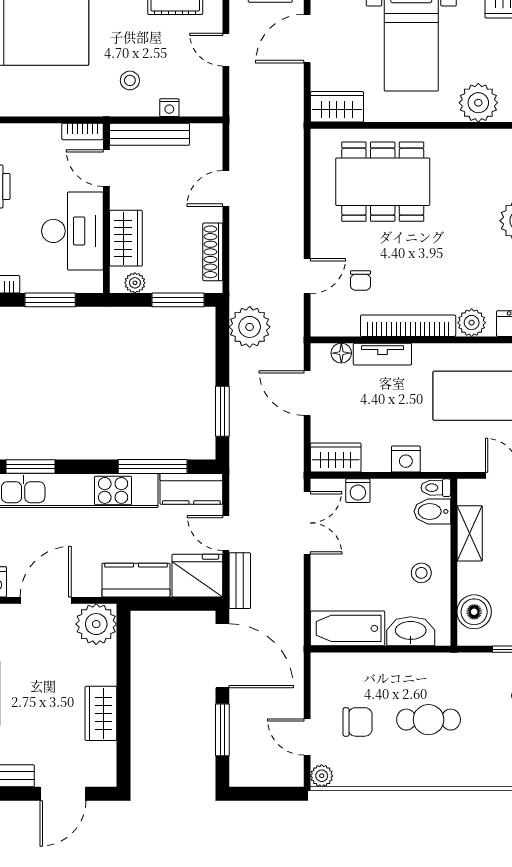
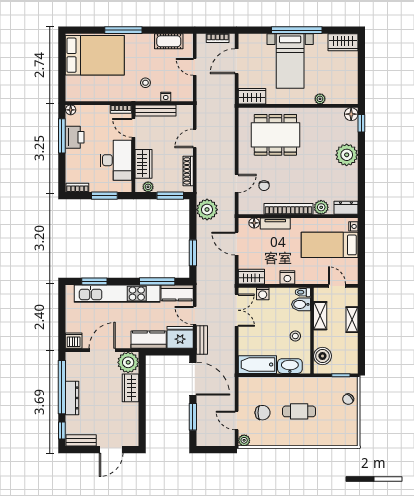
plant: (478, 103) -> (320, 99), width x0.53, depth x0.53
wardrobe: (101, 713) -> (131, 388), moved

